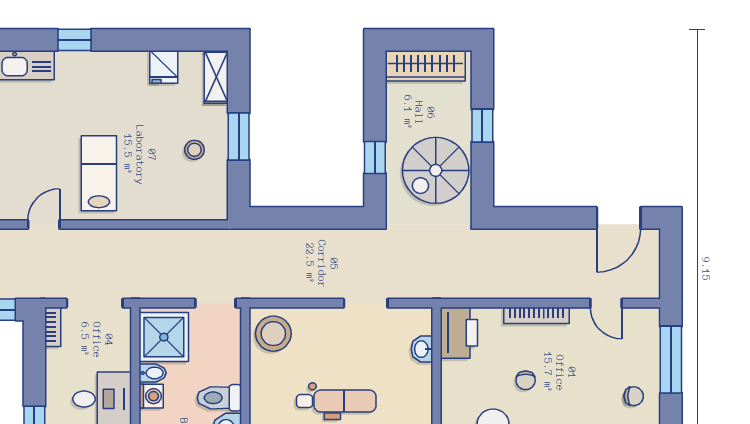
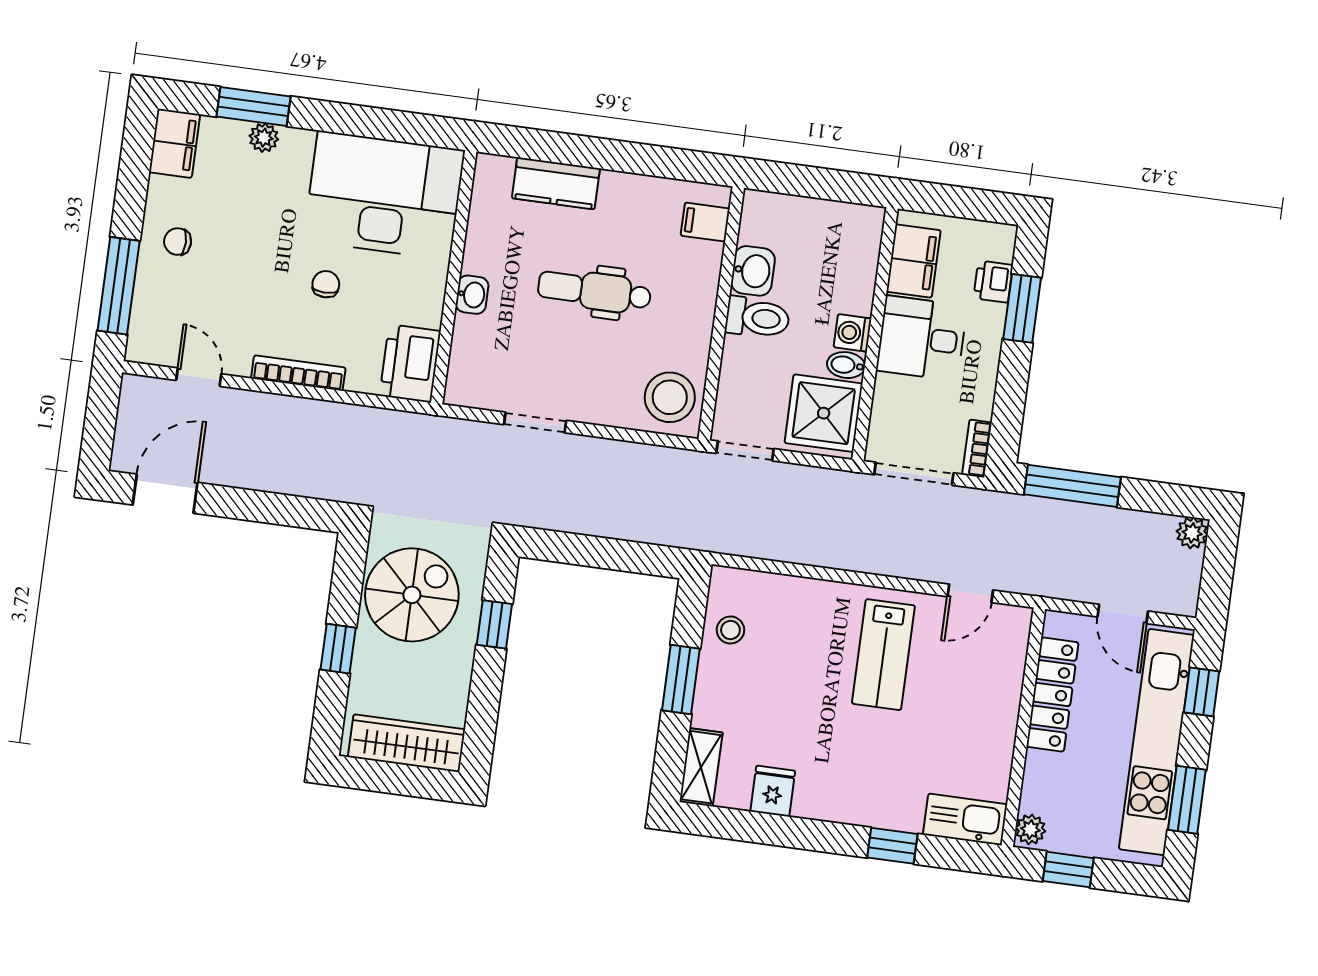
stool: (194, 150) -> (730, 630), moved
washbasin: (422, 349) -> (472, 295), moved

